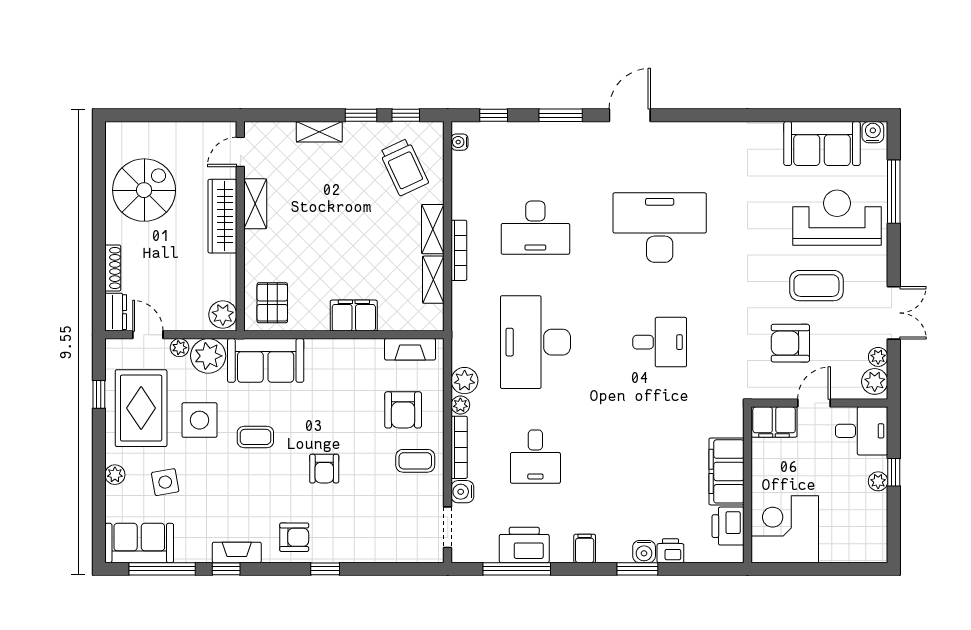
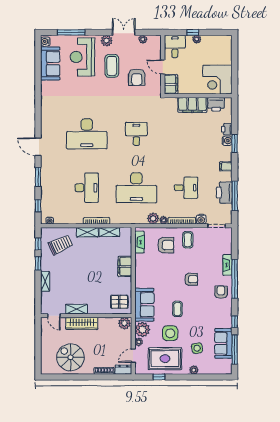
desk: (660, 228) -> (87, 134), turned -90
plant: (875, 381) -> (106, 41), moved
sofa: (139, 543) -> (223, 343), moved
fireplace: (237, 552) -> (227, 265), moved
window: (325, 569) -> (235, 279), width x3.17

